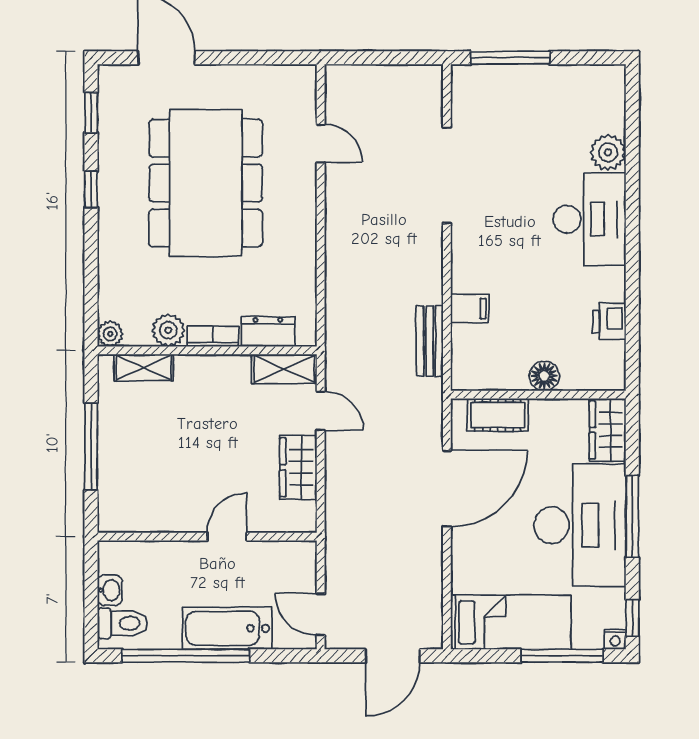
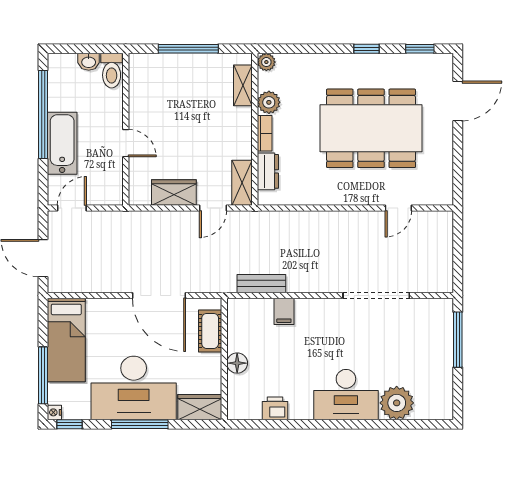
plant: (608, 152) -> (397, 403), width x1.36, depth x1.36
toilet: (122, 623) -> (112, 71), moved

